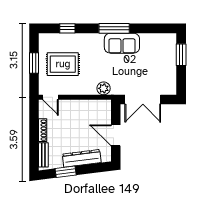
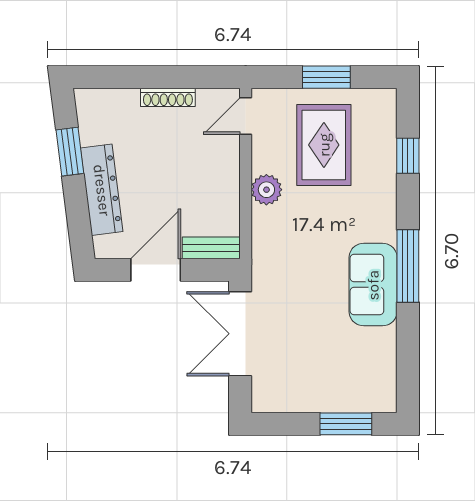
plant: (104, 88) -> (266, 190), moved
bench: (43, 155) -> (211, 248), moved

